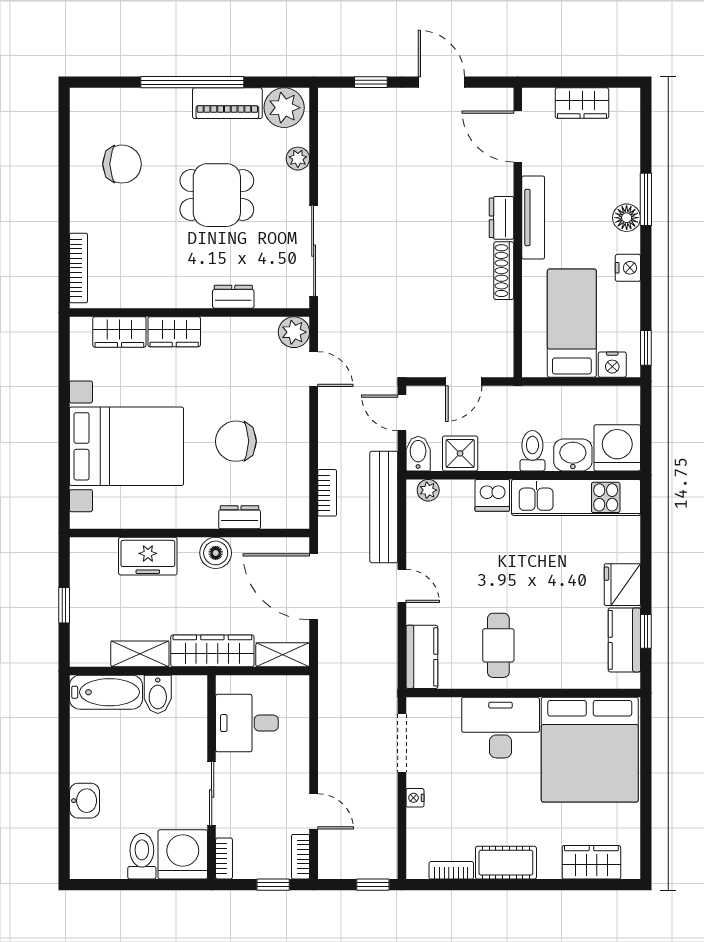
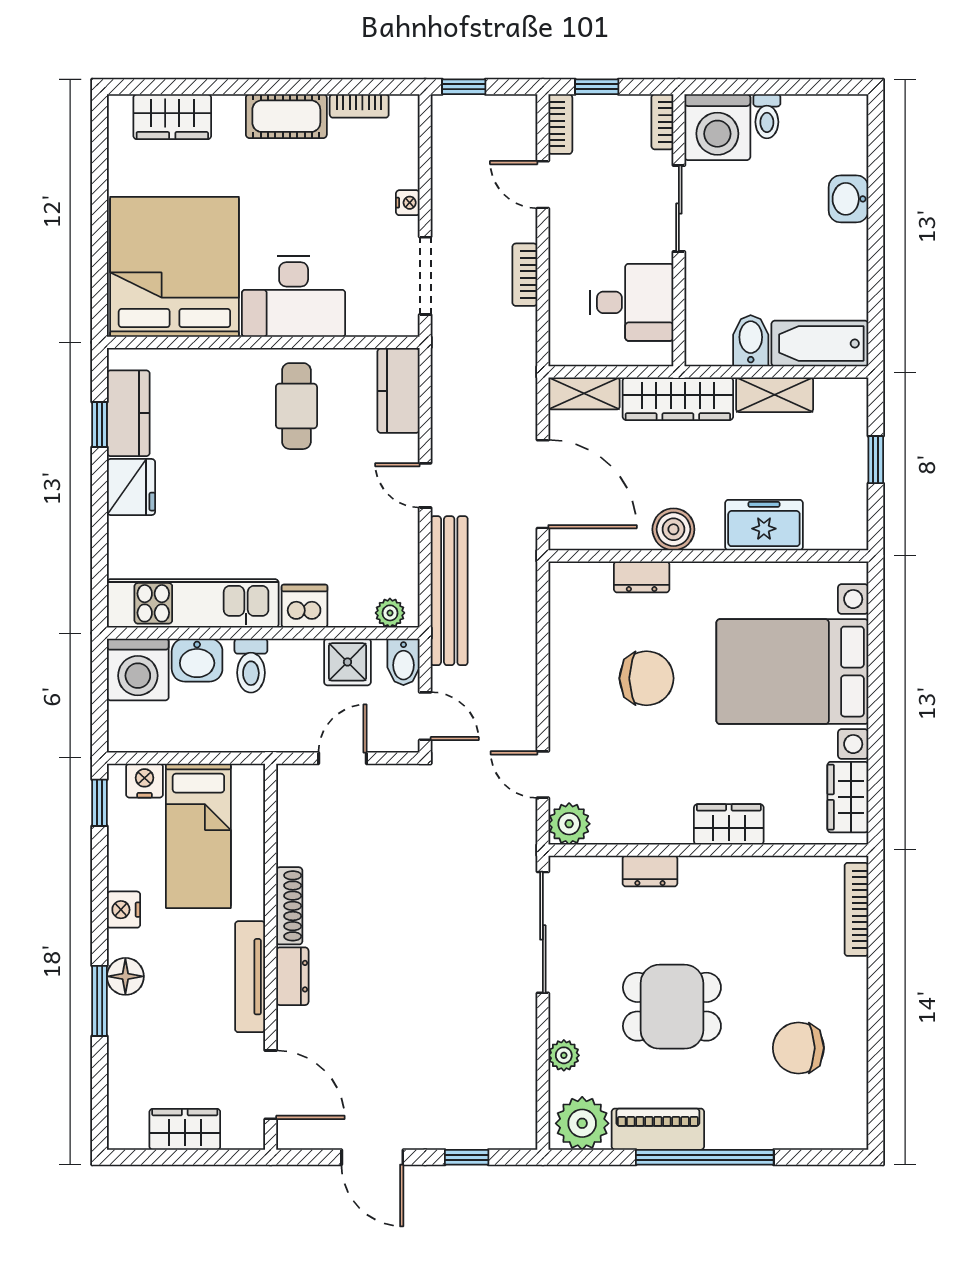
wardrobe: (119, 332) -> (848, 797), moved, turned -90
bookcase: (327, 493) -> (525, 275), moved
toilet: (142, 856) -> (767, 116), width x0.73, depth x0.72

